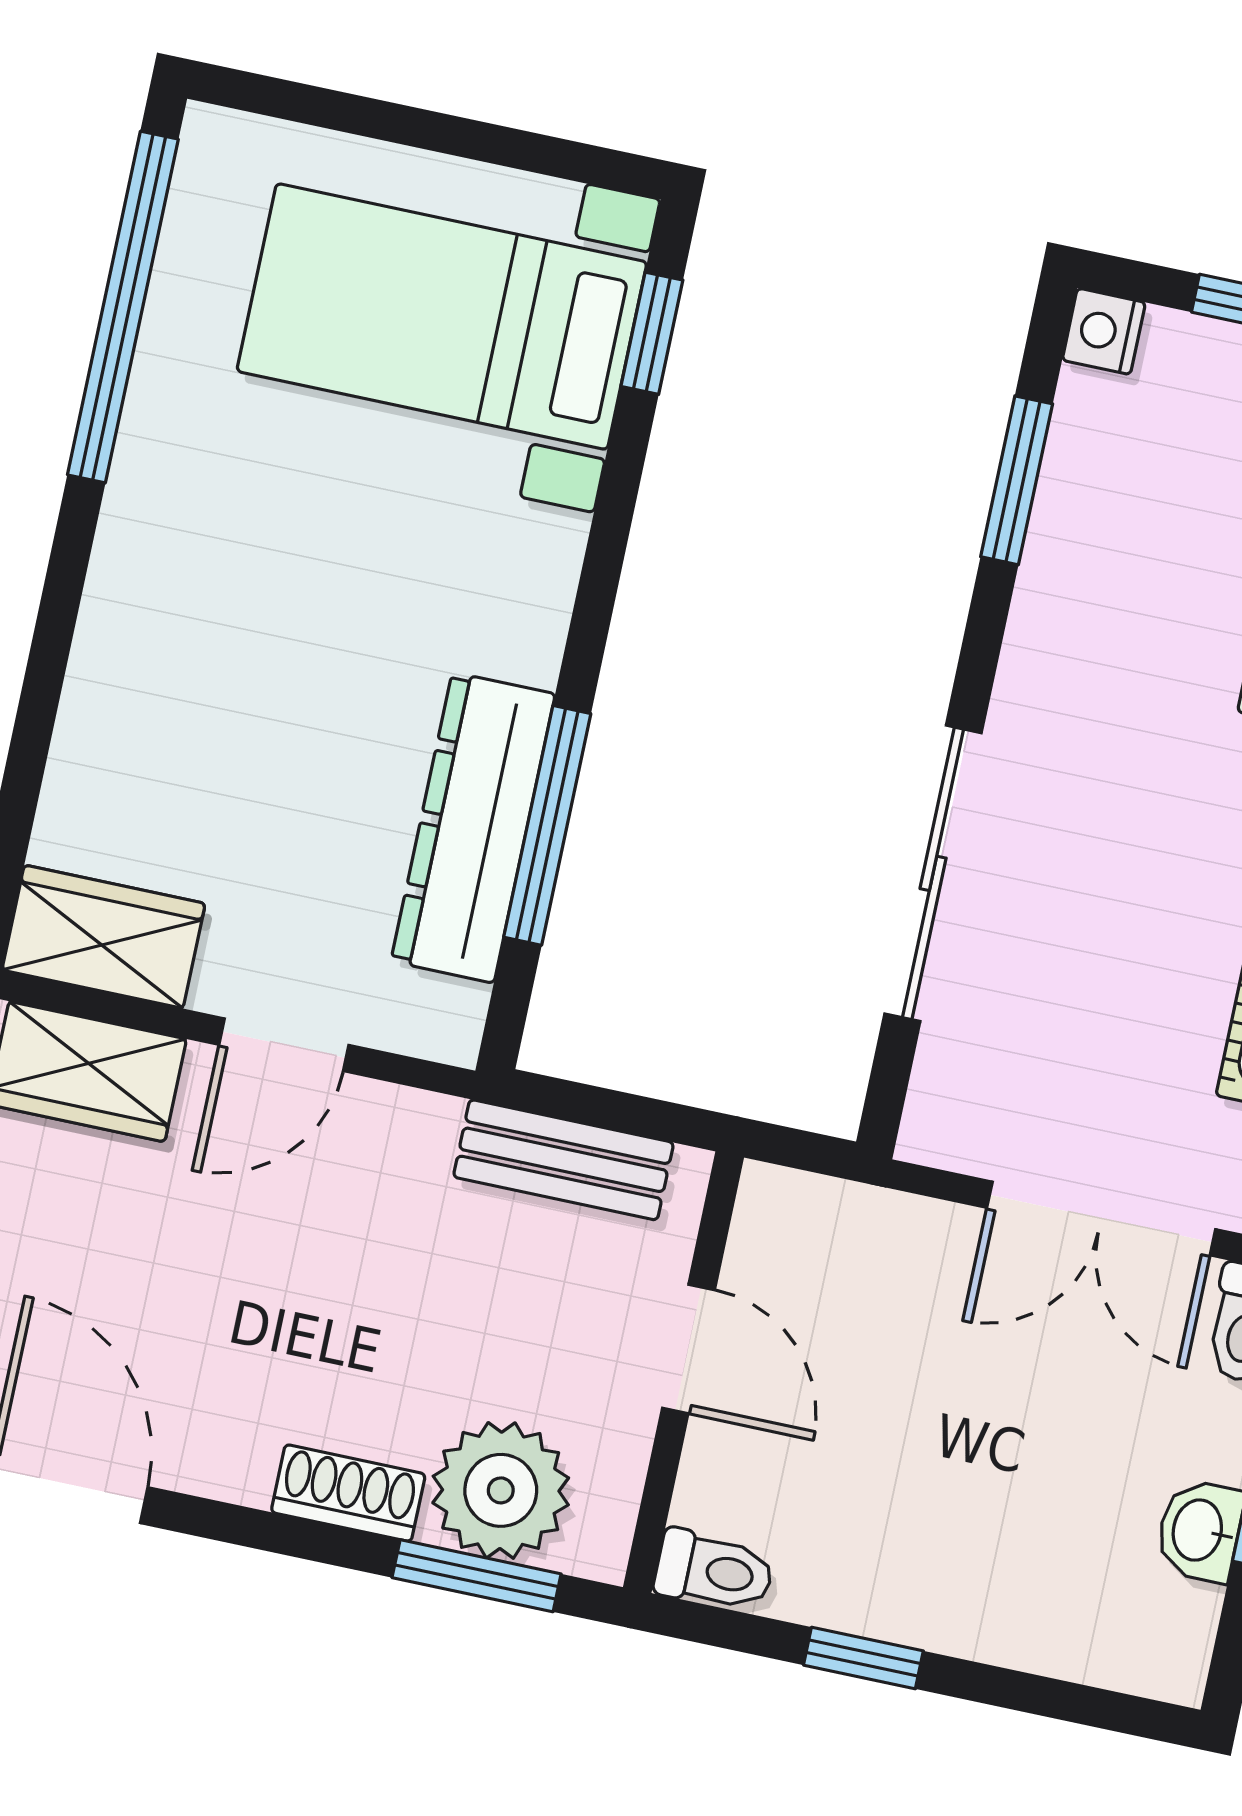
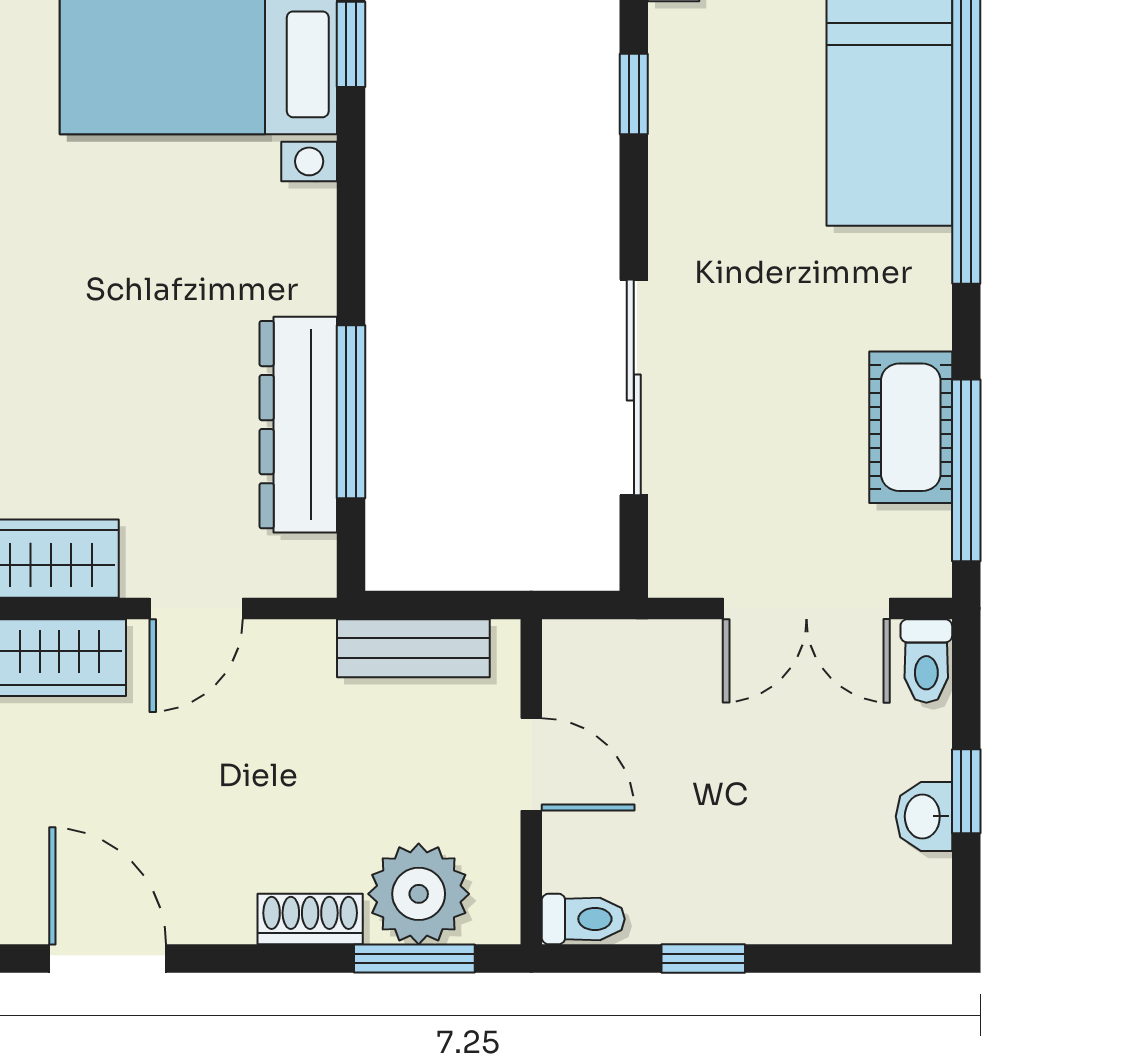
window: (1017, 480) -> (634, 94), width x0.67

